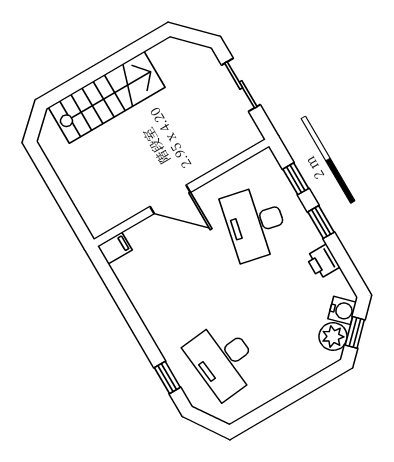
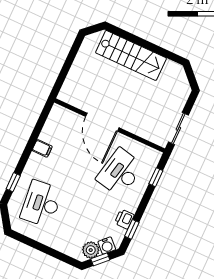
sliding door: (241, 85) -> (178, 129), moved
door: (170, 199) -> (102, 122), width x1.36
window: (321, 222) -> (132, 229), moved
filing cabinet: (115, 248) -> (42, 148), moved

